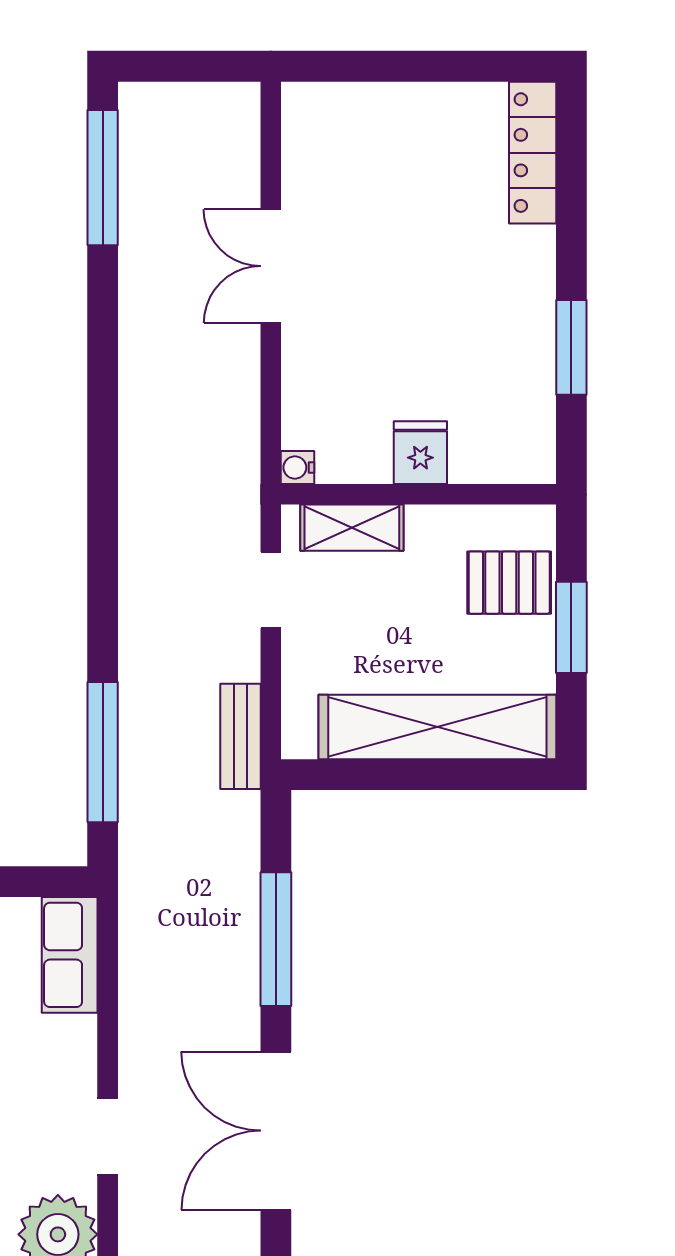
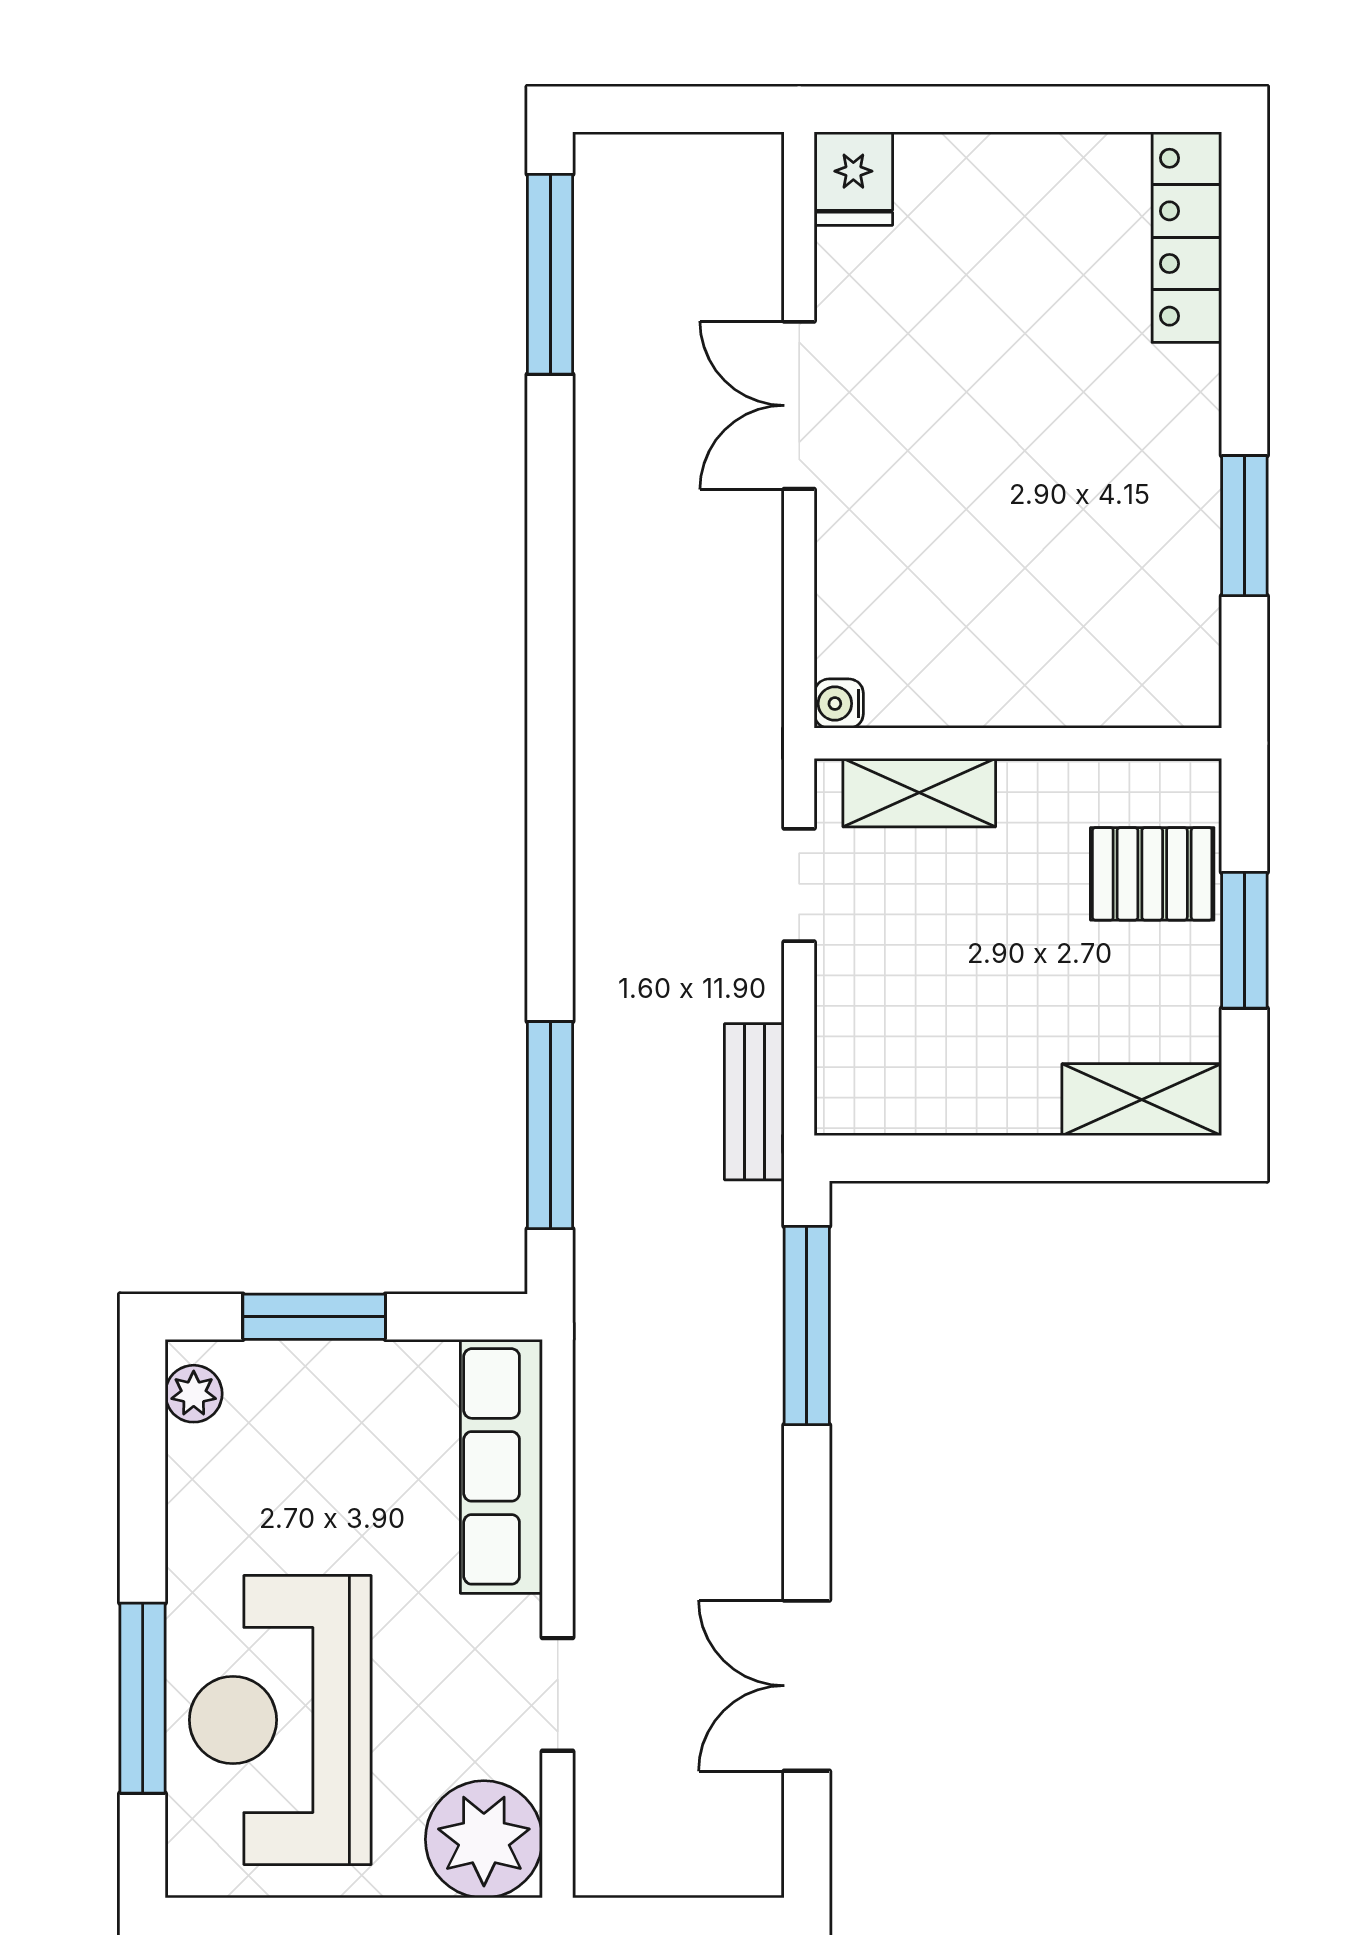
fridge: (420, 453) -> (853, 179), moved, turned 180
shelving: (437, 727) -> (1142, 1100), width x0.45, depth x0.75
window: (276, 939) -> (807, 1325), moved
row of seats: (70, 955) -> (501, 1466), width x1.48
double door: (276, 1131) -> (807, 1686), width x0.73

